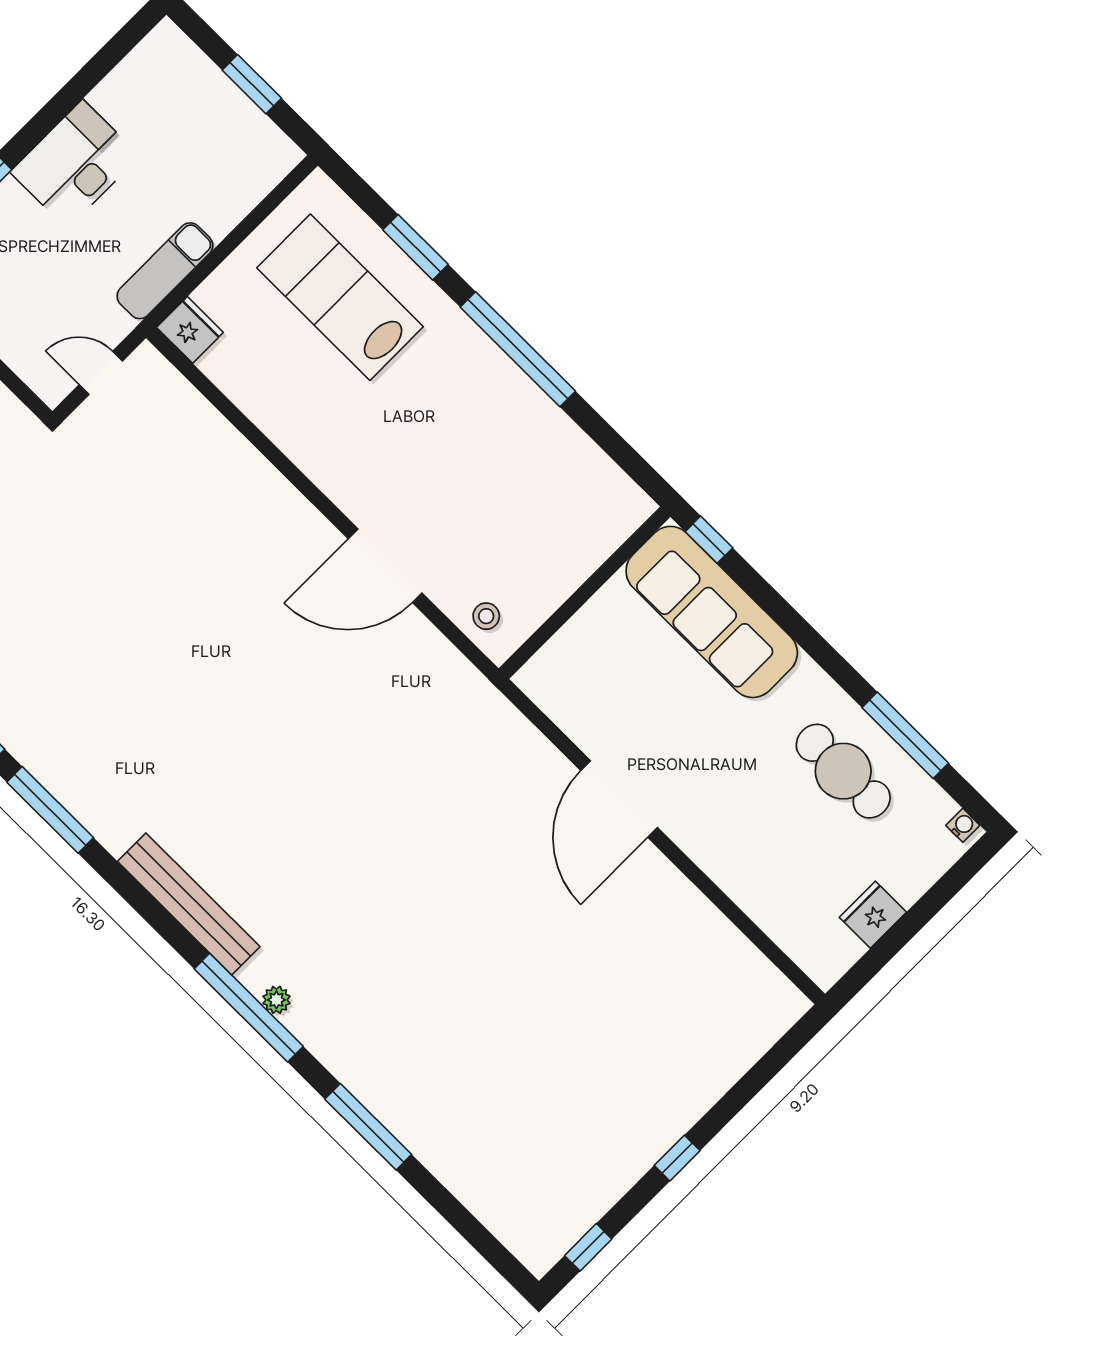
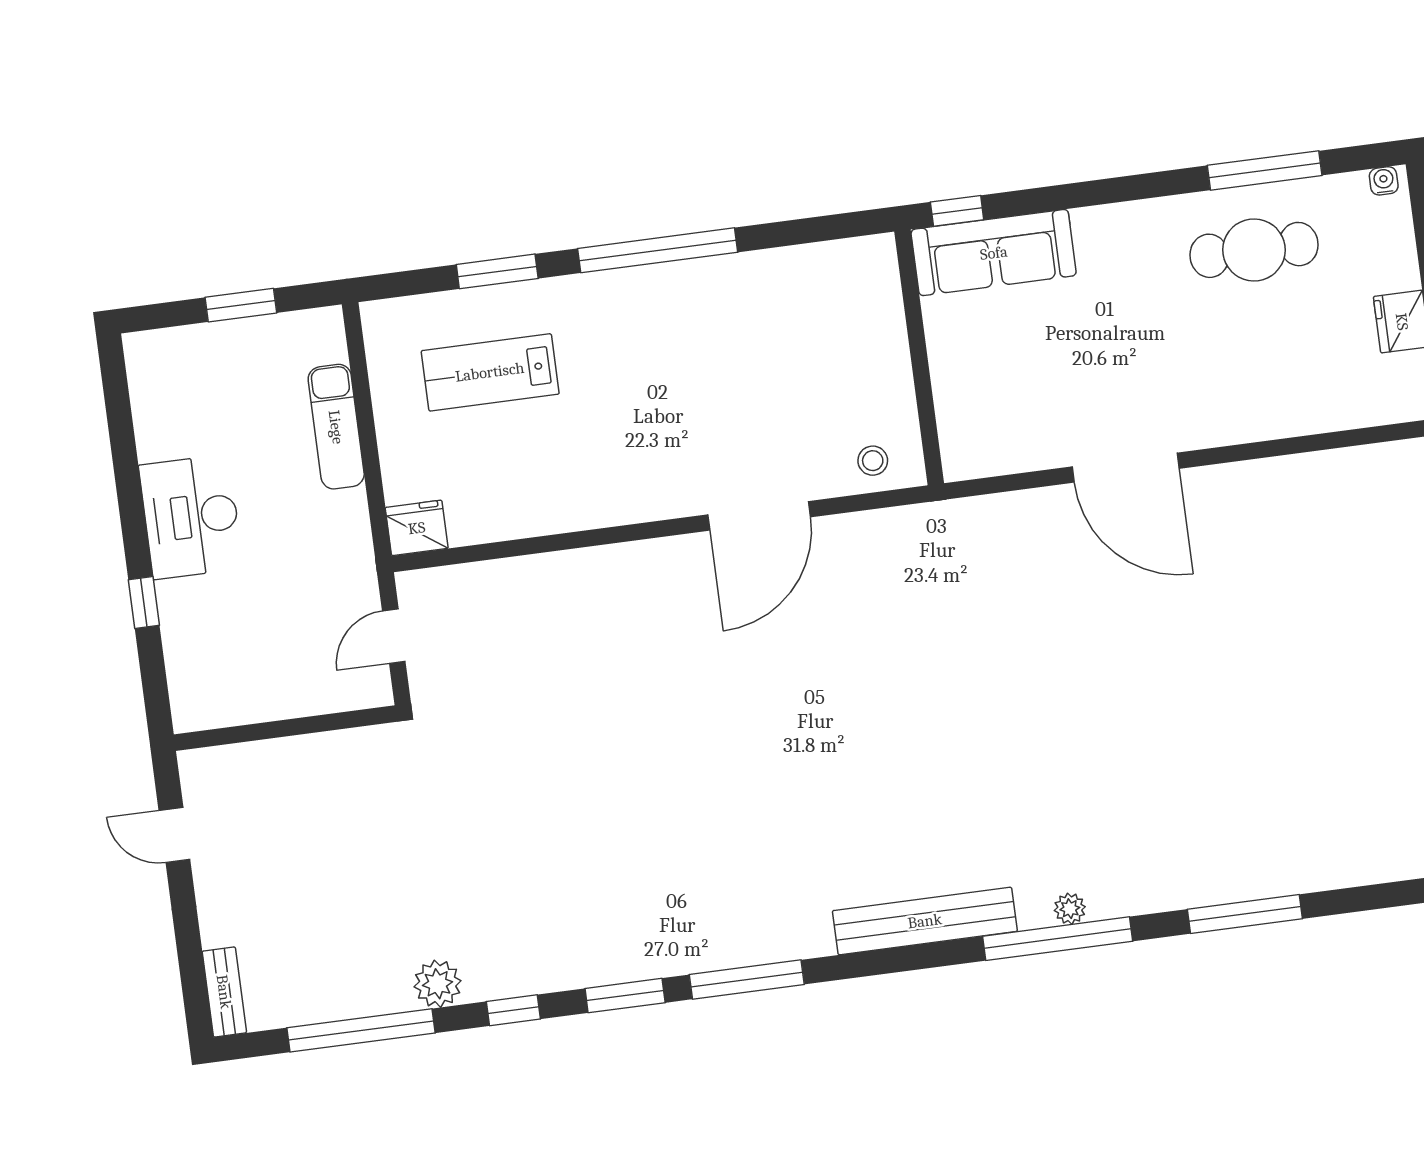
exam couch: (165, 271) -> (336, 427), moved
lab bench: (340, 297) -> (490, 372), width x0.73, depth x0.72
sofa: (712, 612) -> (994, 253), width x0.74, depth x0.79

